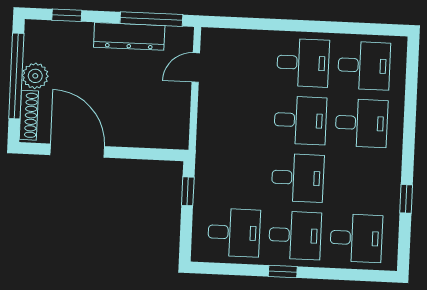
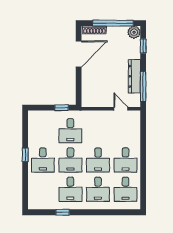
plant: (35, 76) -> (134, 32), moved
desk: (234, 233) -> (70, 131), moved
desk: (356, 238) -> (70, 189), moved

